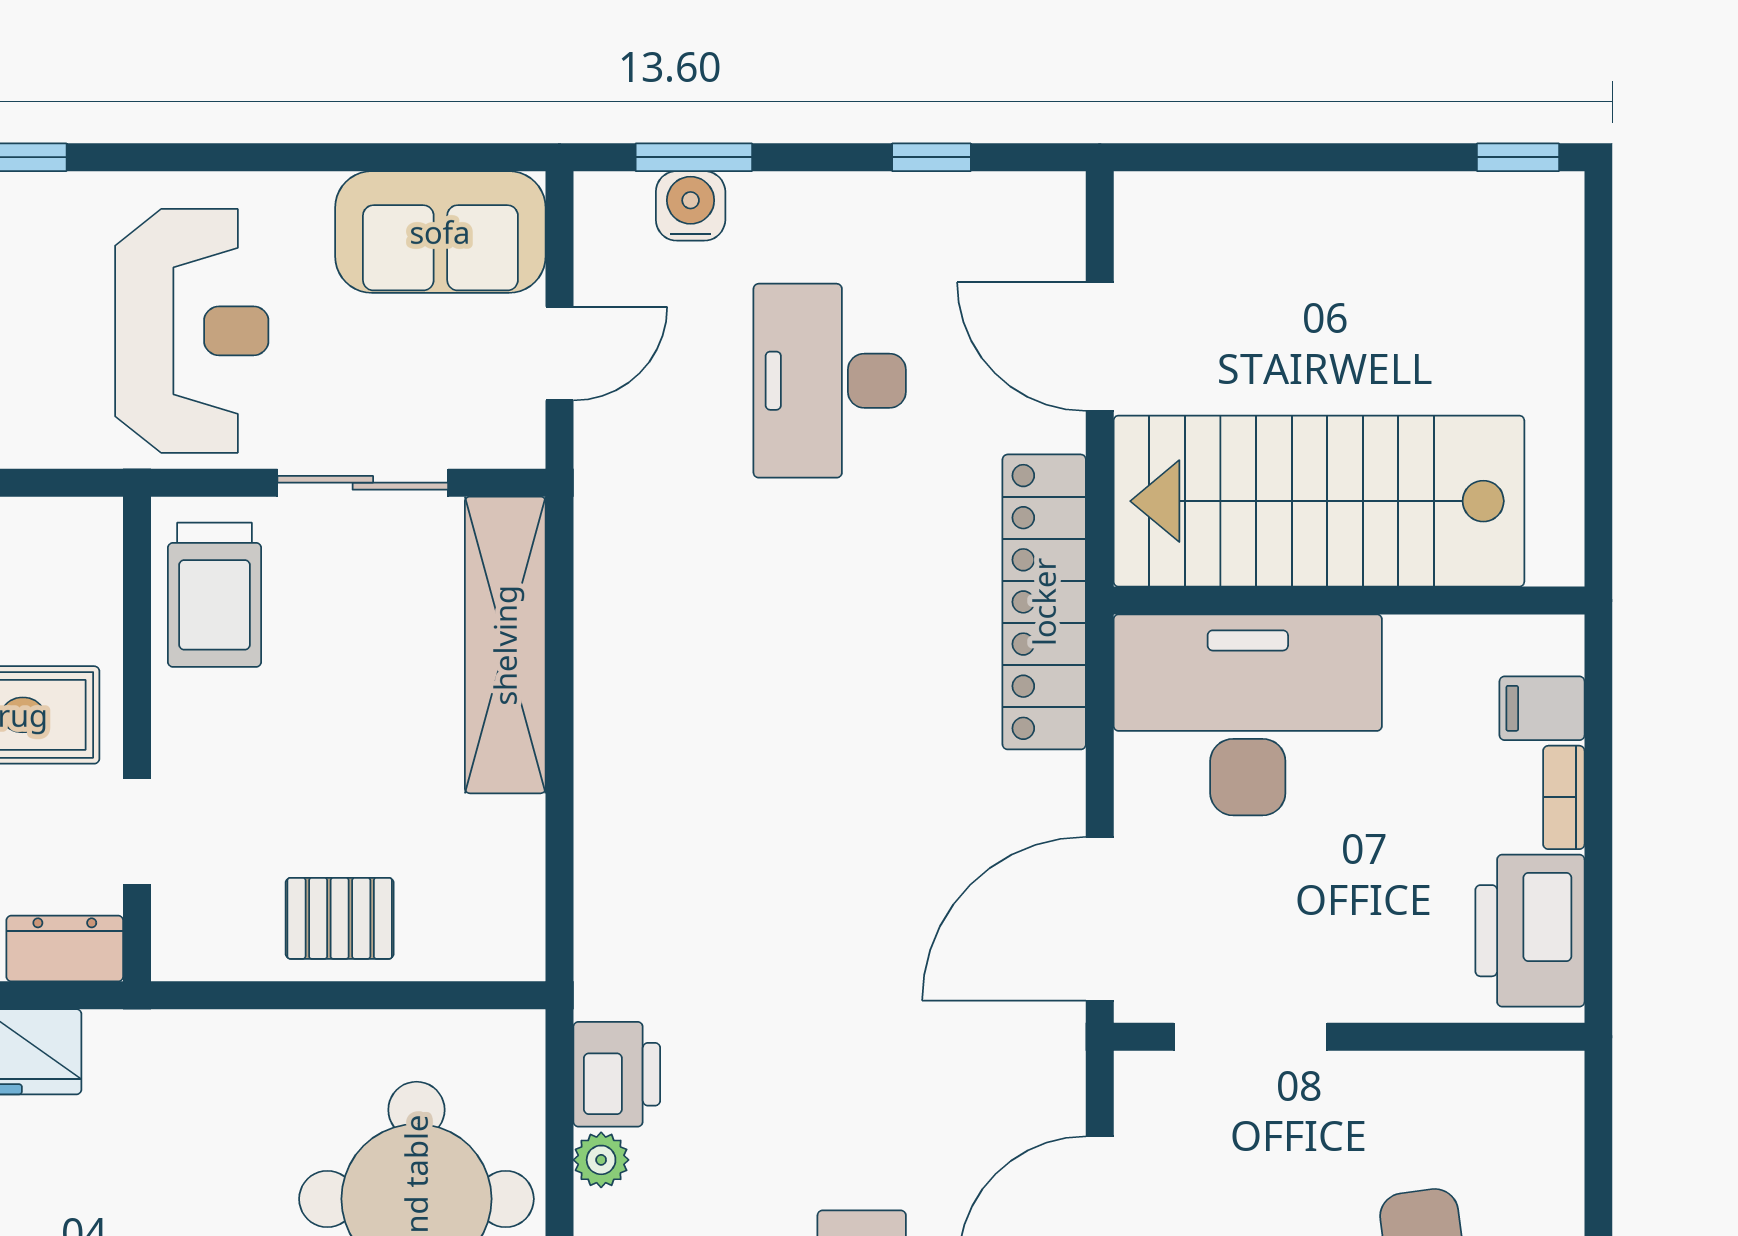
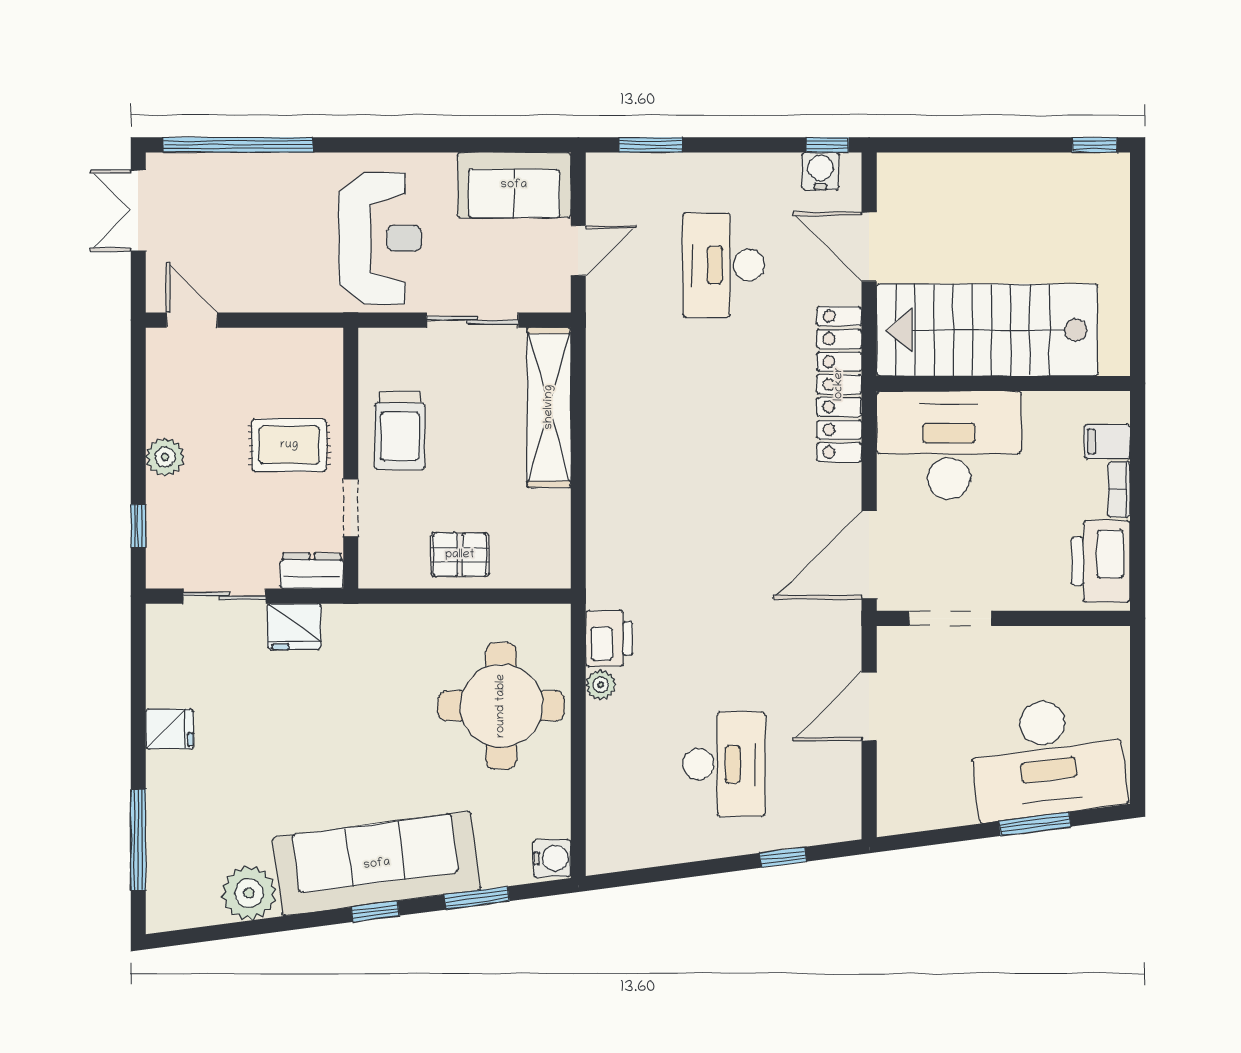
window: (931, 157) -> (827, 145), moved
water cooler: (691, 206) -> (820, 171), moved
trolley: (215, 595) -> (400, 431), moved

